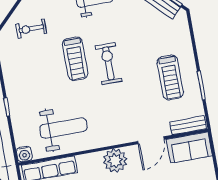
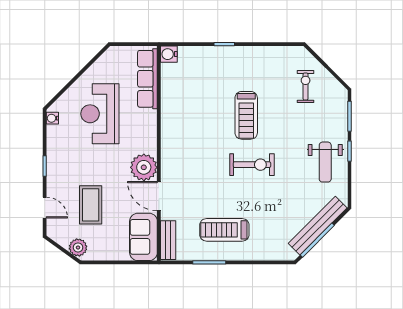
treadmill: (75, 59) -> (246, 115), moved, turned -90
weight bench: (63, 128) -> (190, 102), removed
plant: (115, 161) -> (144, 167), moved

